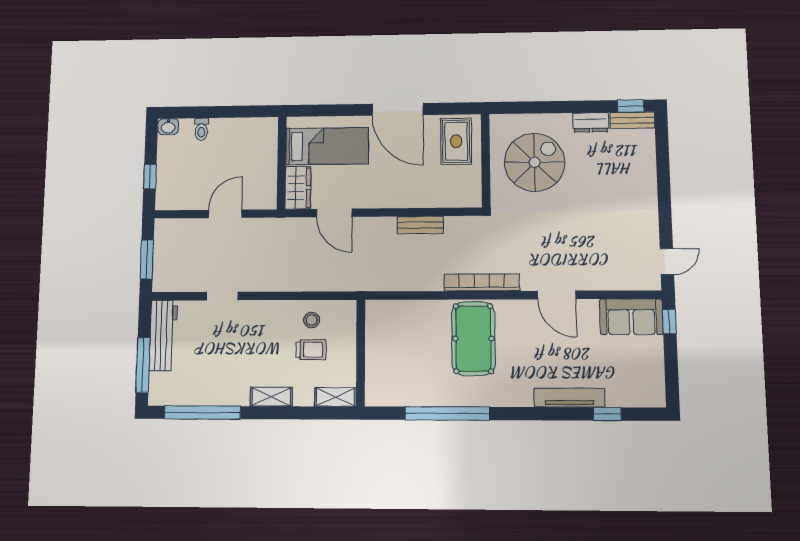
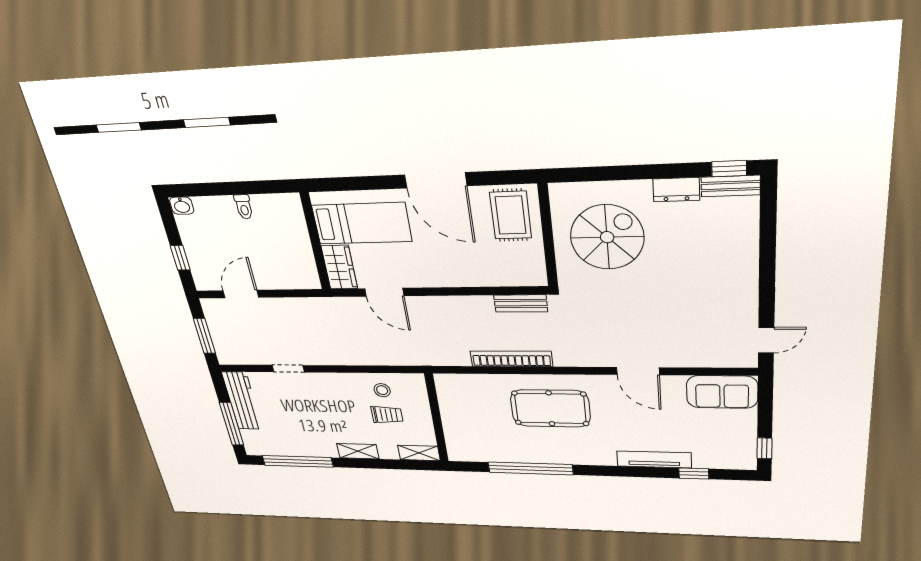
toilet: (201, 129) -> (244, 207), moved
door: (225, 214) -> (241, 294), moved
bench: (420, 225) -> (521, 303), moved
bookcase: (482, 282) -> (511, 359), moved
window: (669, 322) -> (764, 448), moved
pool table: (473, 338) -> (550, 408), turned 90

